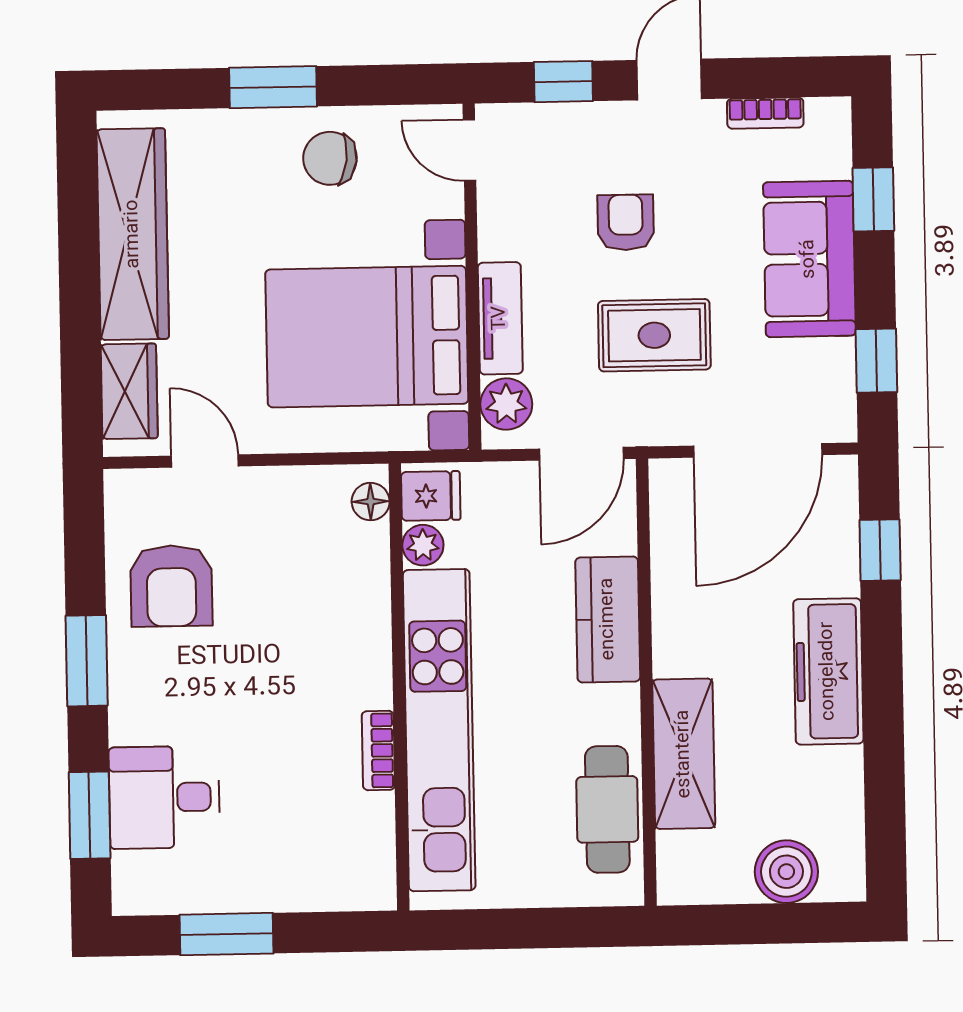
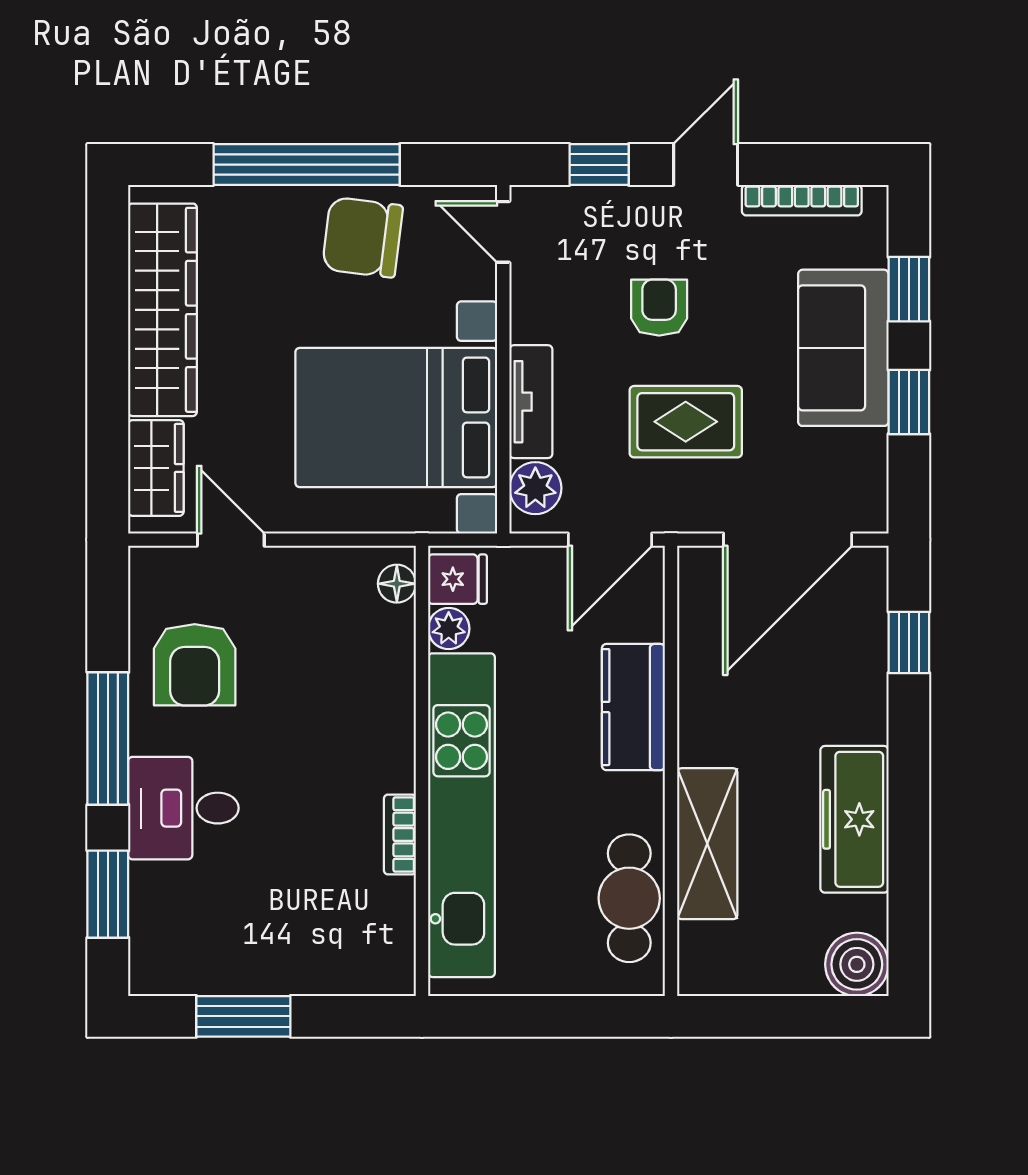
window: (273, 87) -> (307, 165), width x2.11
bookcase: (765, 113) -> (802, 200), width x1.56
chair: (330, 158) -> (363, 237), width x1.37, depth x1.37
window: (876, 361) -> (909, 402), moved
window: (87, 661) -> (108, 738), width x1.44
freezer: (828, 671) -> (854, 819), moved
desk: (164, 797) -> (183, 808), moved
boiler: (786, 872) -> (857, 964), moved

